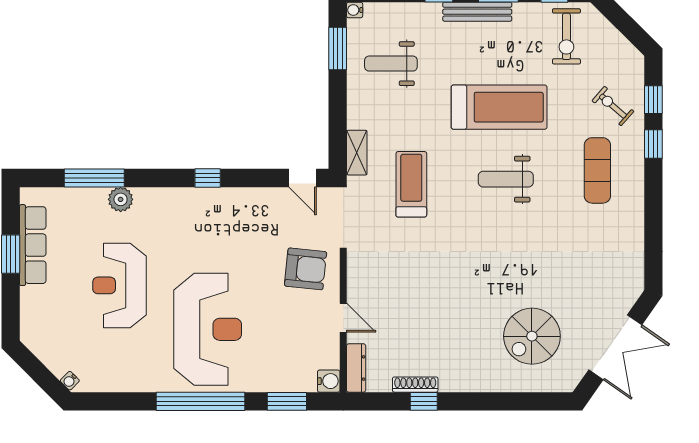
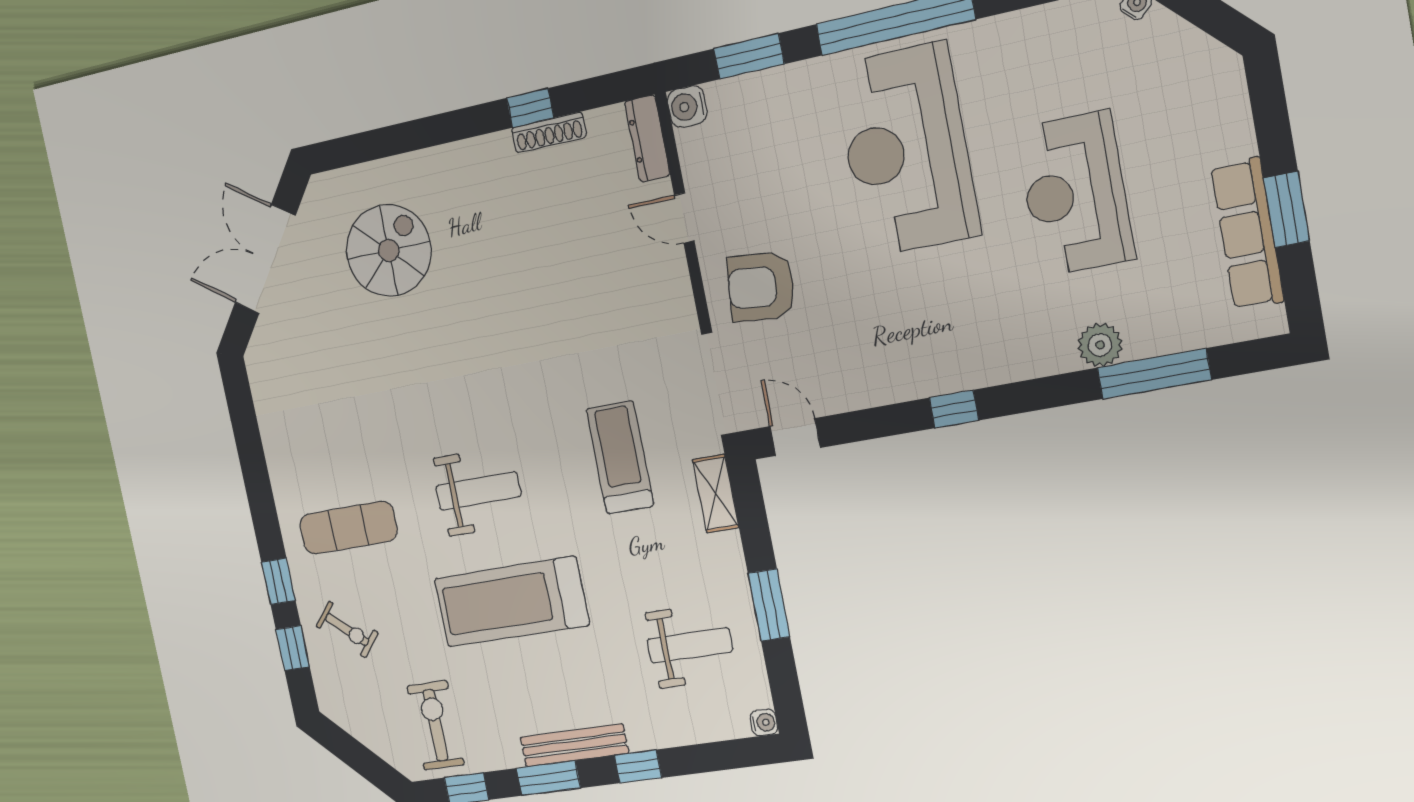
window: (338, 48) -> (769, 605), moved
exercise mat: (597, 170) -> (348, 528), turned 90
treadmill: (411, 184) -> (620, 457), turned 180
reception desk: (120, 285) -> (1075, 194), turned 180

